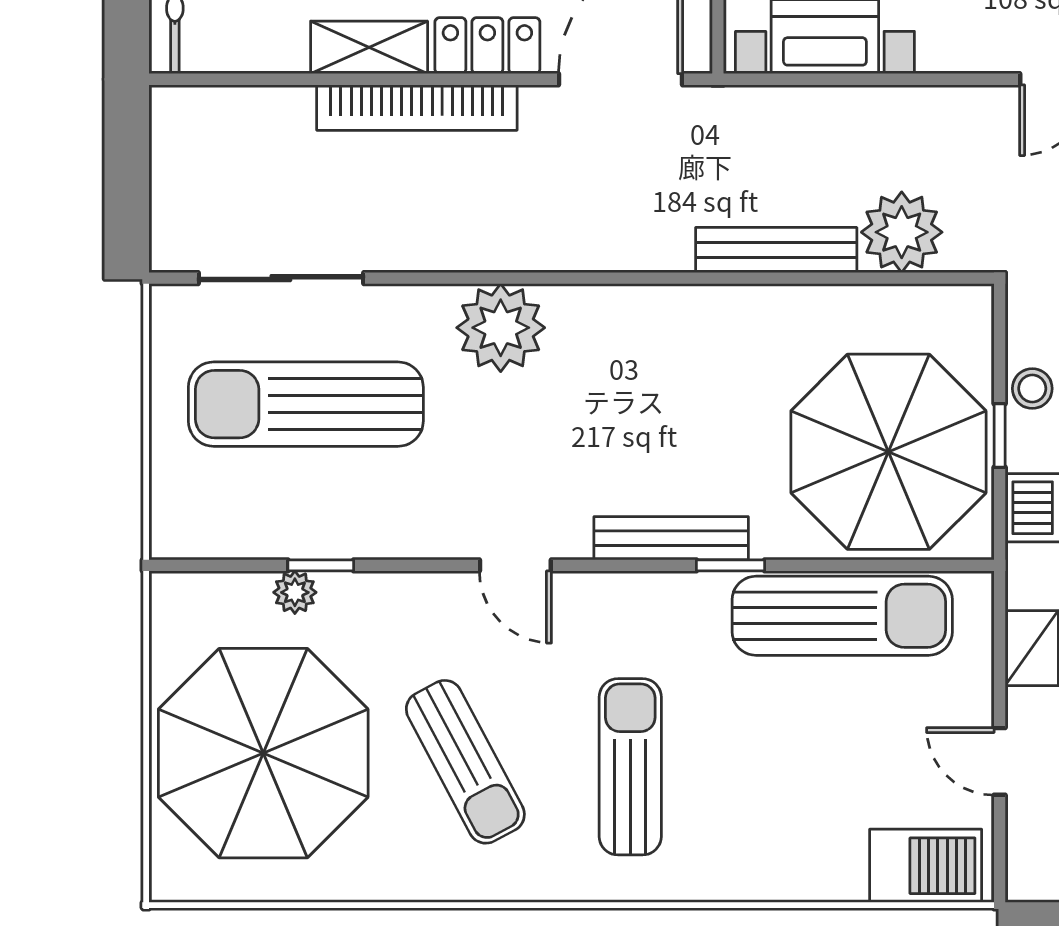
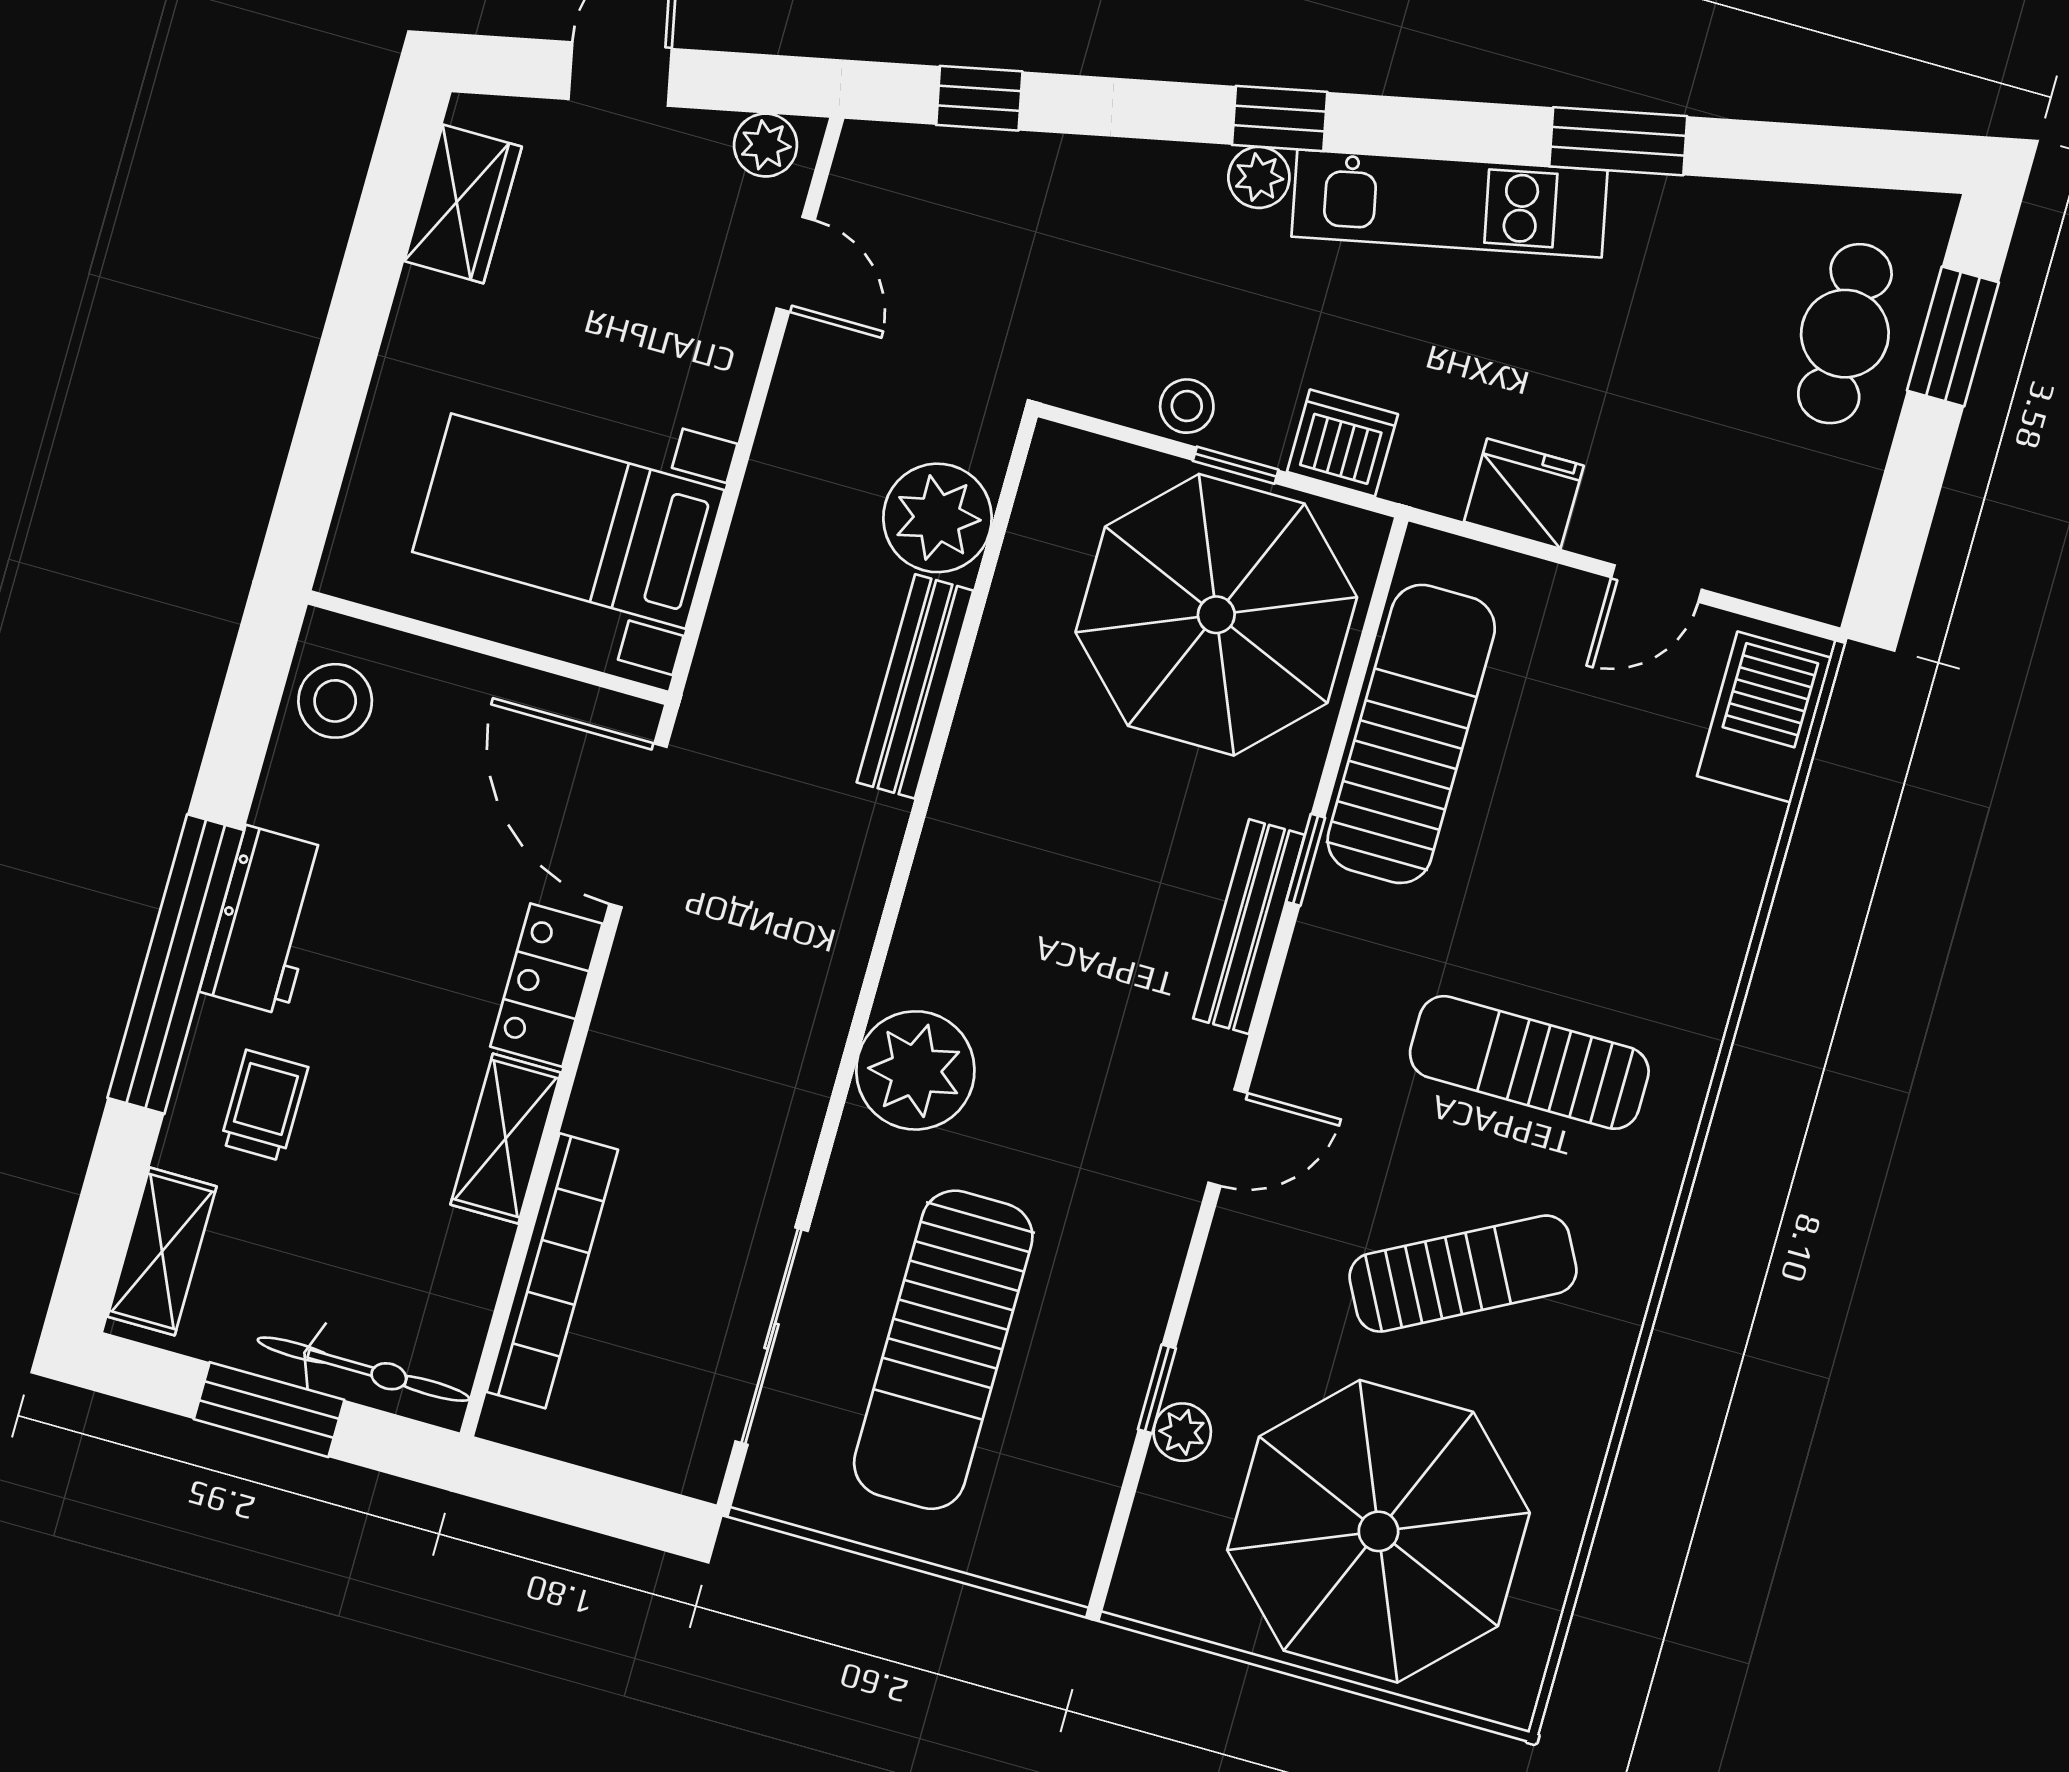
bookcase: (417, 108) -> (552, 1271), moved

